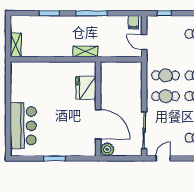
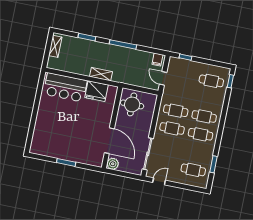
shelving: (16, 45) -> (55, 46), moved
shelving: (85, 52) -> (101, 74), moved
round table: (115, 78) -> (132, 104), added
fridge: (86, 88) -> (96, 91), moved, turned -90
bar counter: (23, 126) -> (65, 87), moved, turned 90

